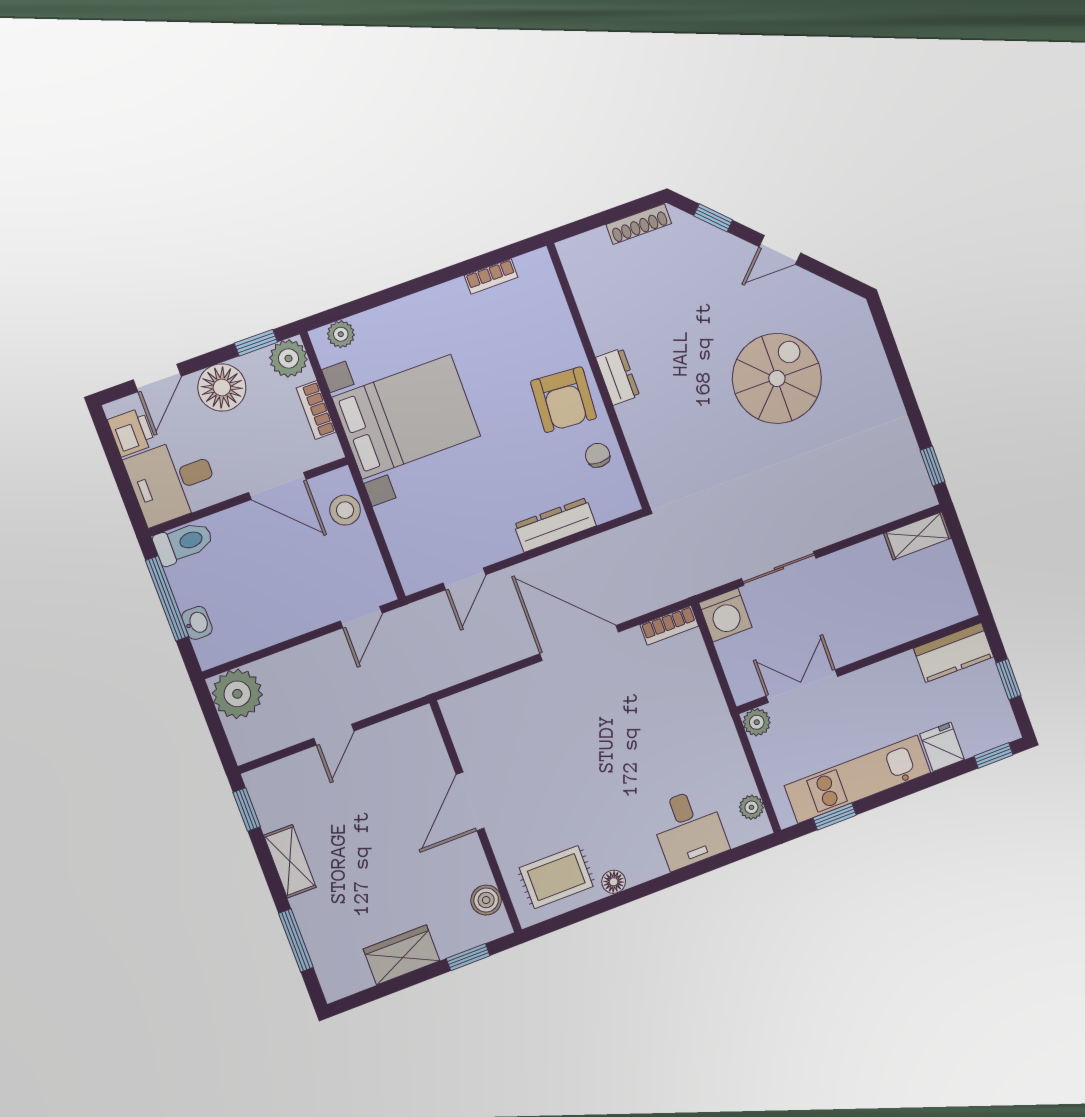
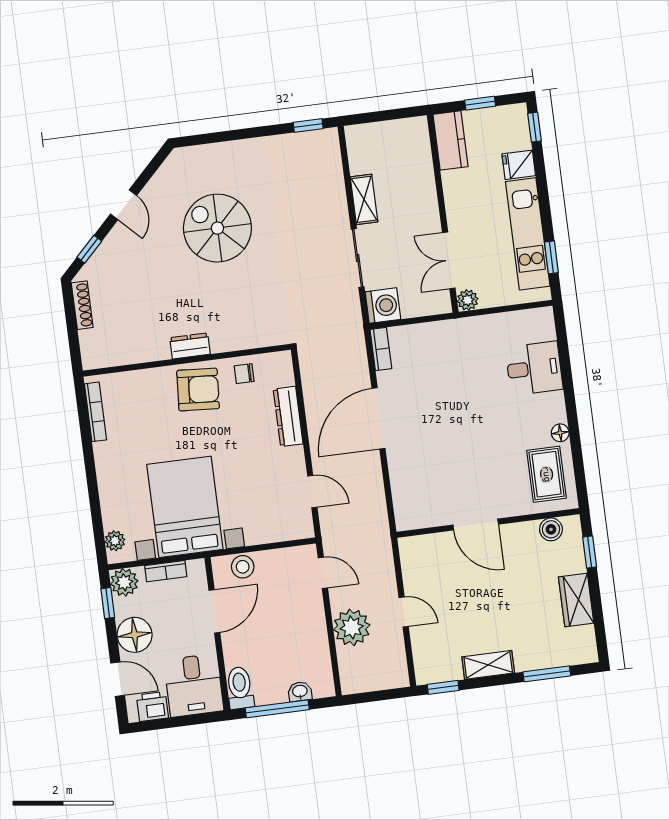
bookcase: (491, 276) -> (95, 412), width x1.56
shelving: (918, 536) -> (364, 199), moved
plant: (237, 694) -> (352, 627), moved
plant: (751, 807) -> (530, 318), removed

